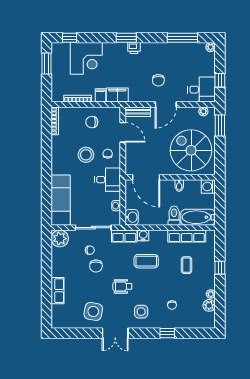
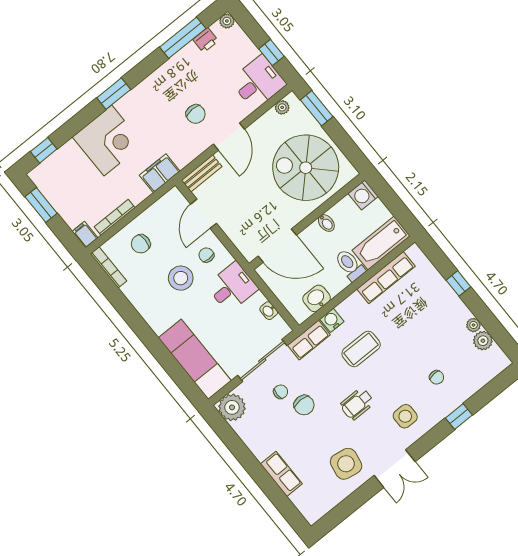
printer: (134, 48) -> (206, 40), moved
corner desk: (86, 58) -> (108, 141), moved
filing cabinet: (100, 95) -> (85, 235), moved
chair: (92, 122) -> (141, 244), moved
door: (123, 132) -> (204, 214), swing flipped
washbasin: (132, 217) -> (317, 298), moved, turned -90
coffee table: (187, 265) -> (415, 314), removed

